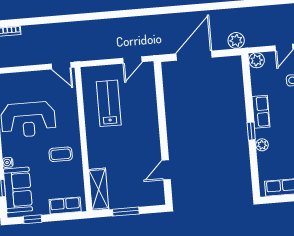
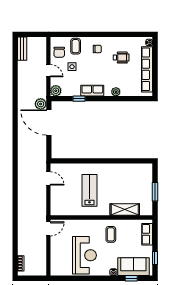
door: (194, 56) -> (49, 123), moved
lab bench: (109, 103) -> (89, 190), moved, turned 90
window: (251, 131) -> (79, 99), moved
door: (166, 170) -> (128, 161), removed
shelving: (99, 189) -> (125, 210), moved

